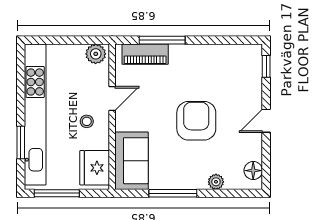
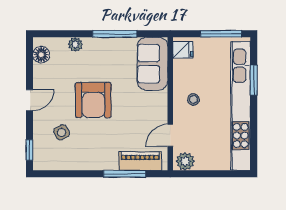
side table: (231, 86) -> (62, 132), added
door: (112, 99) -> (170, 135), moved
fridge: (95, 168) -> (183, 50), width x0.53, depth x0.75

